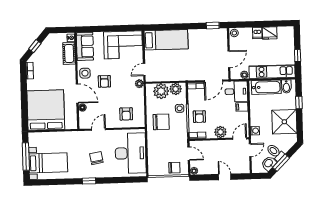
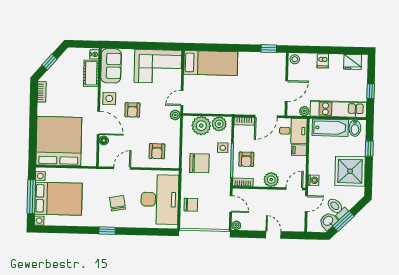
fridge: (270, 33) -> (353, 62), moved
bed with nightstands: (48, 163) -> (58, 199), width x1.36
chair: (174, 168) -> (191, 205), moved

